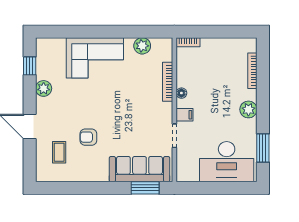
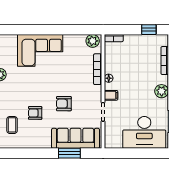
window: (232, 32) -> (149, 30), added
plant: (142, 46) -> (93, 41), moved
armchair: (125, 125) -> (64, 104), added
window: (145, 188) -> (69, 153), moved

